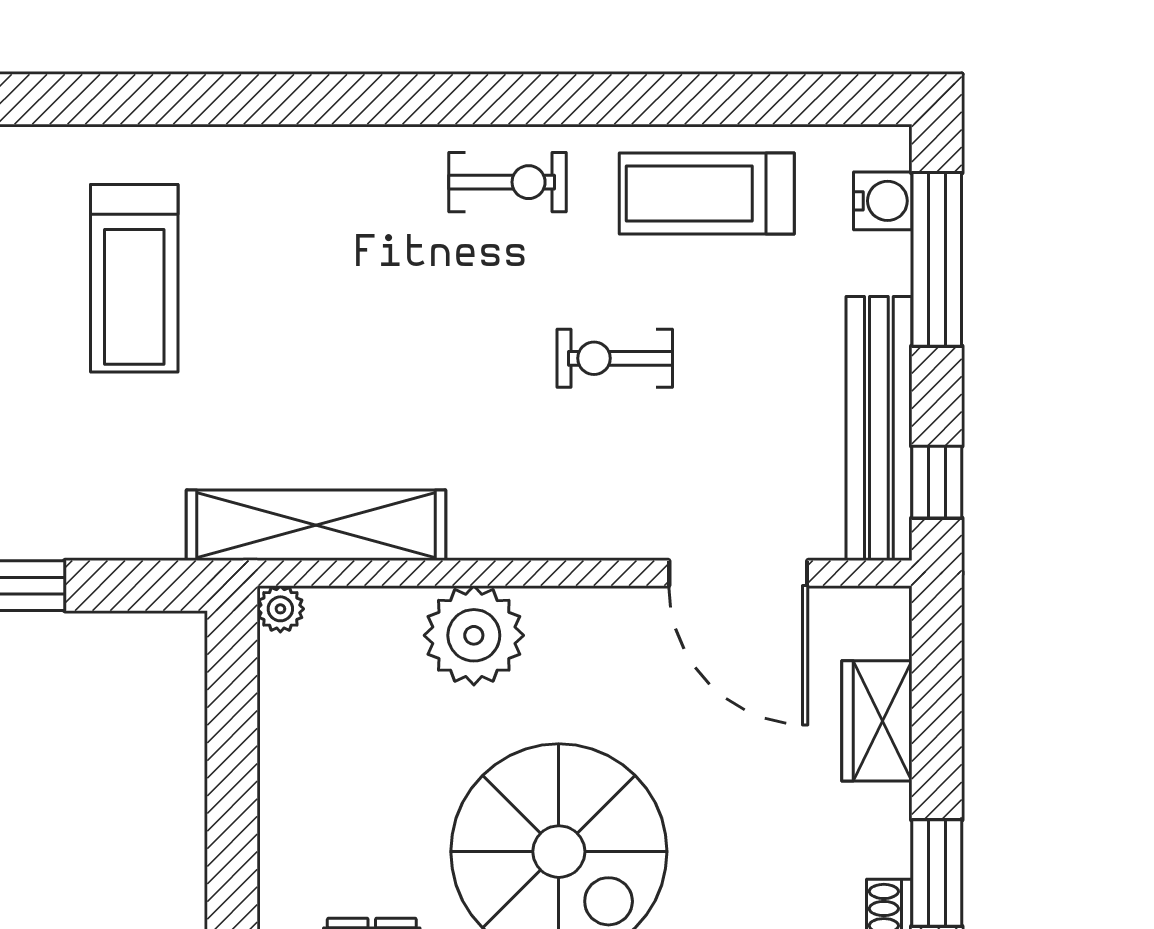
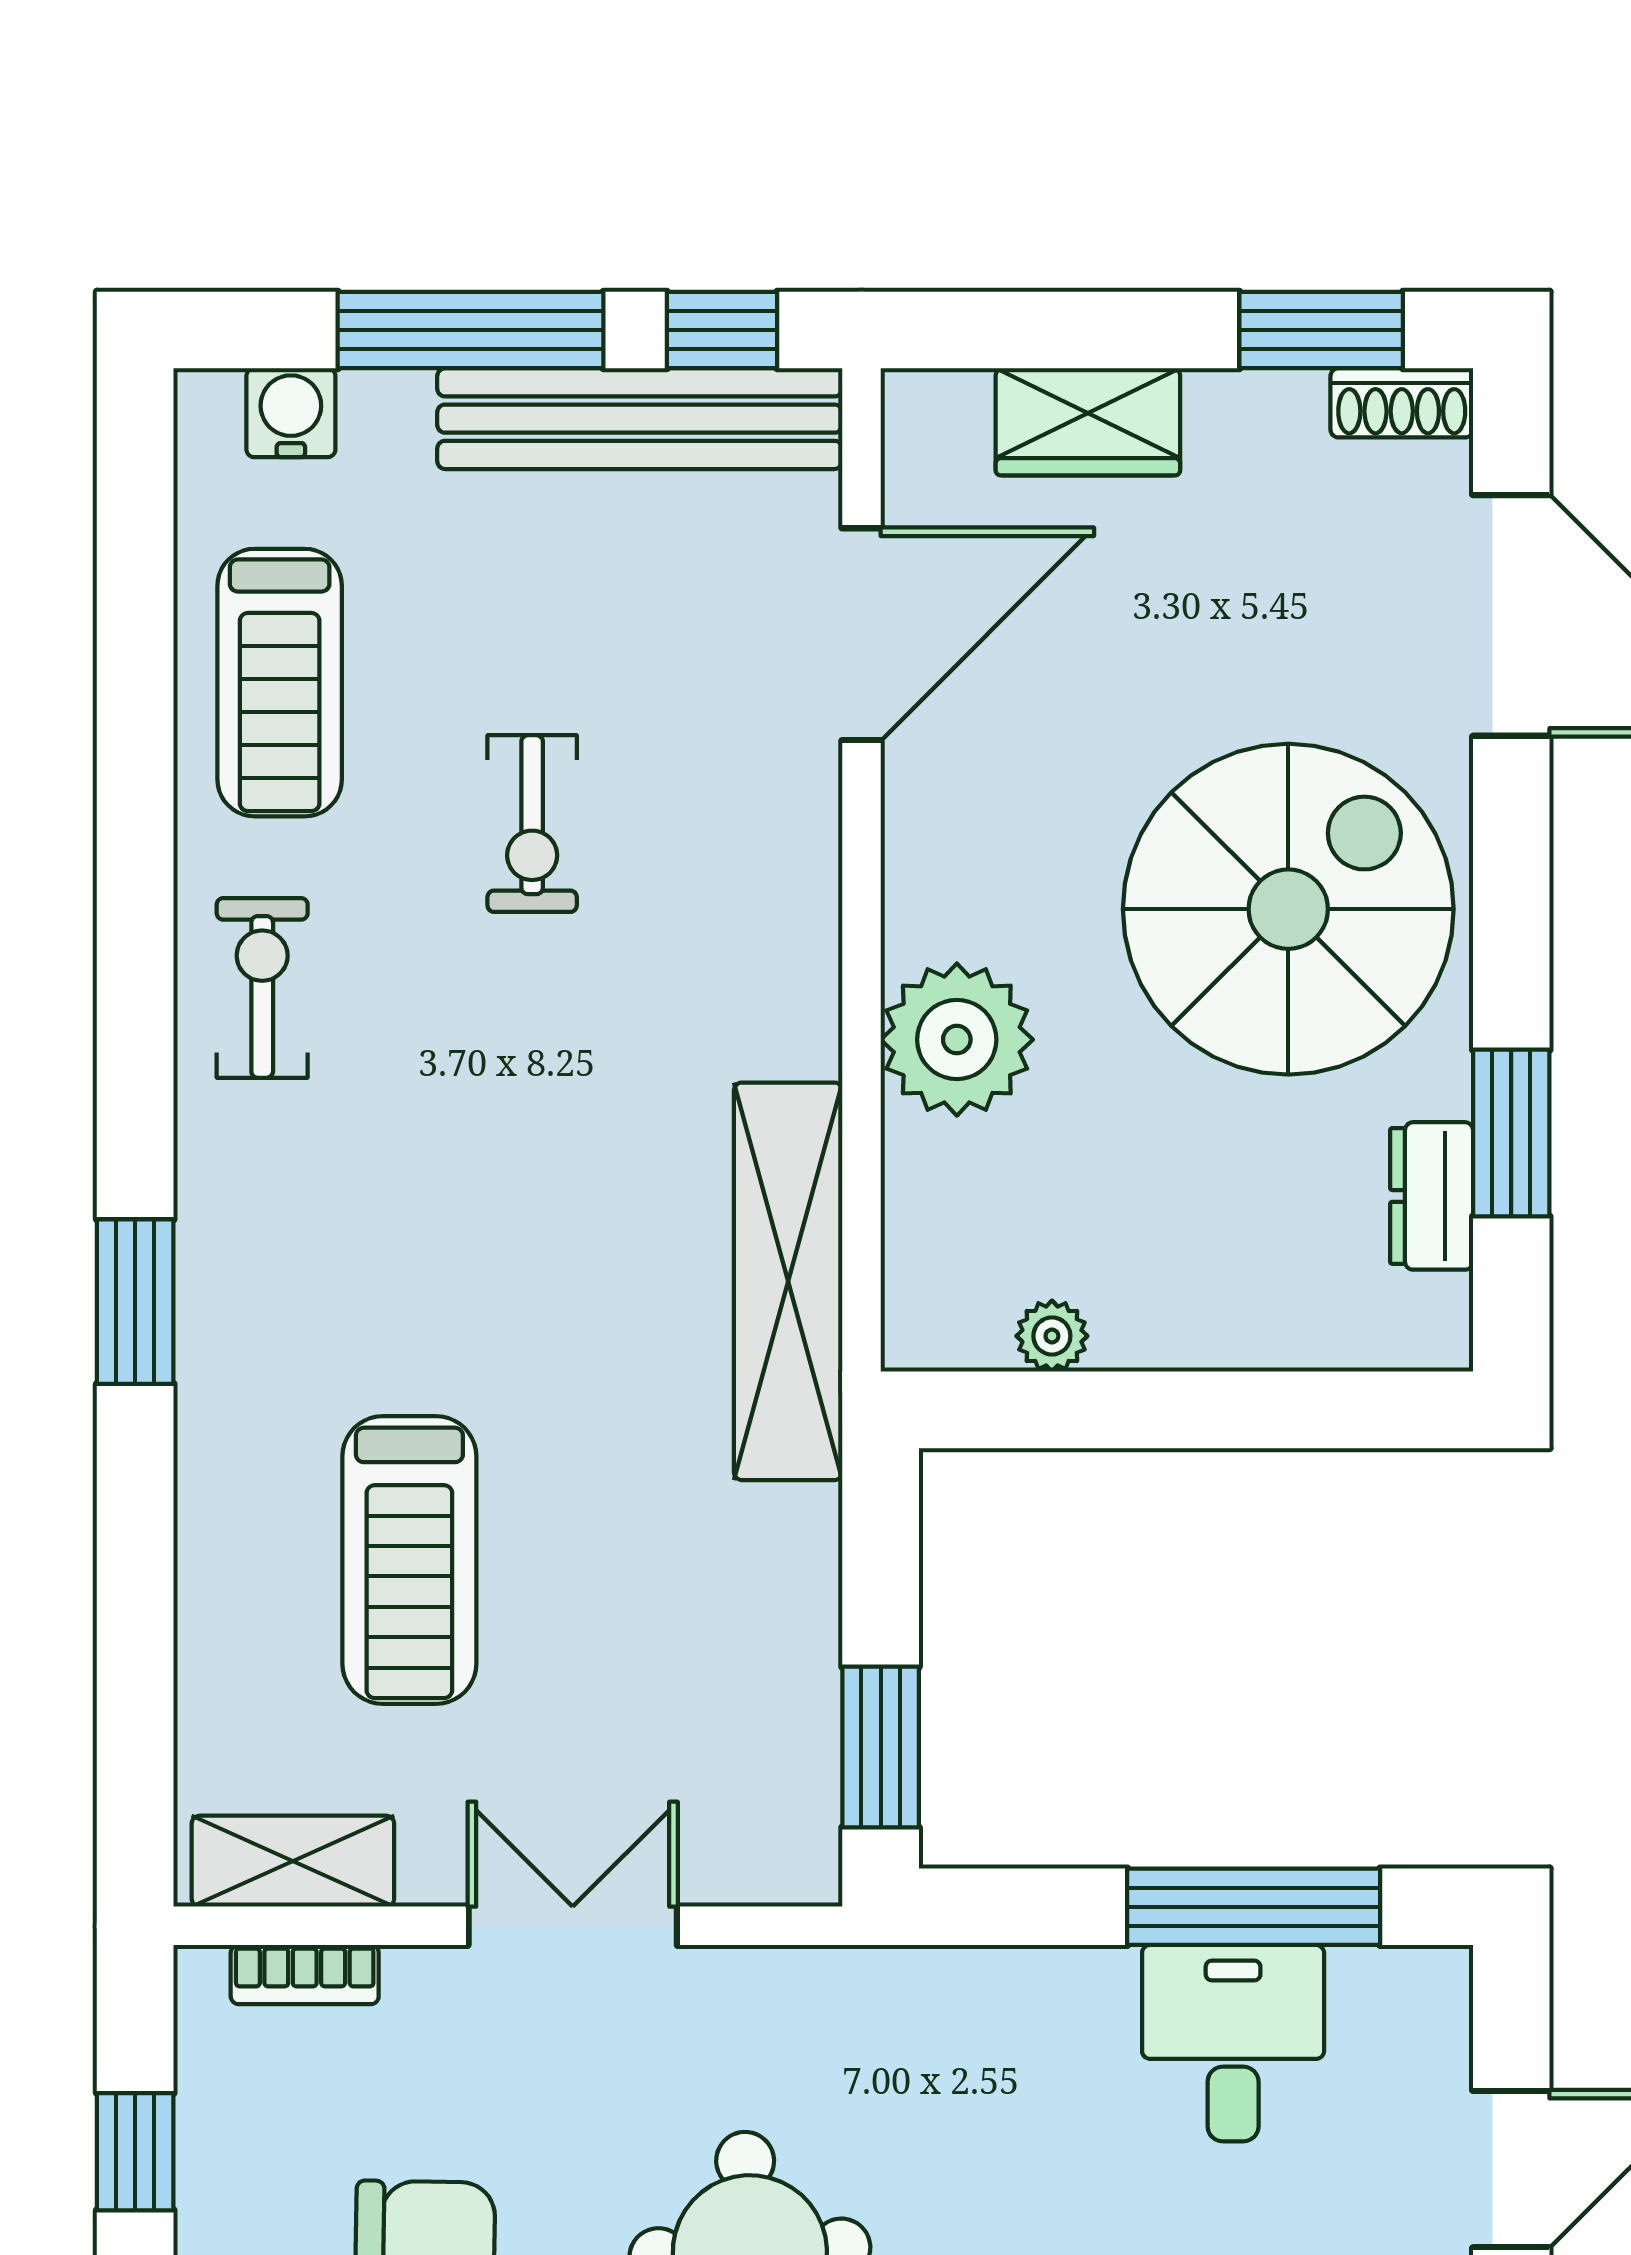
window: (303, 99) -> (135, 1302), added
window: (937, 259) -> (471, 330), moved
treadmill: (134, 278) -> (409, 1560), turned 90
plant: (280, 609) -> (1052, 1336), moved

